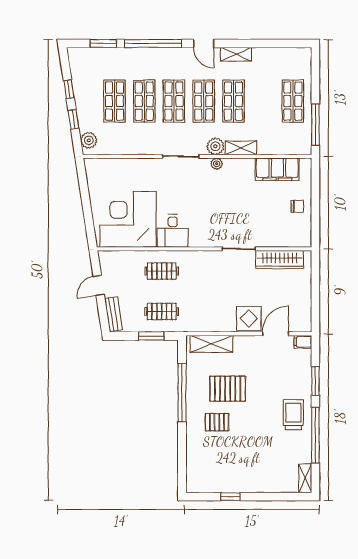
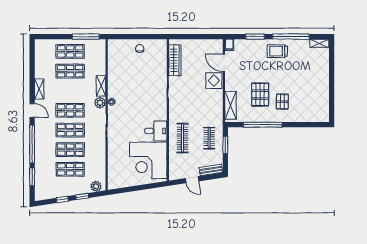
door: (204, 43) -> (32, 110), hinge flipped
shop shelf: (233, 101) -> (70, 71), moved
filing cabinet: (277, 169) -> (115, 62), removed
clothes rail: (162, 271) -> (183, 138), width x1.36
window: (230, 497) -> (332, 93), removed

